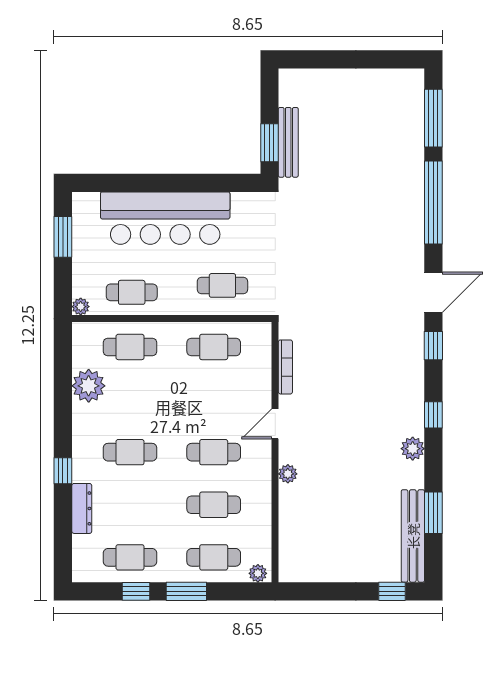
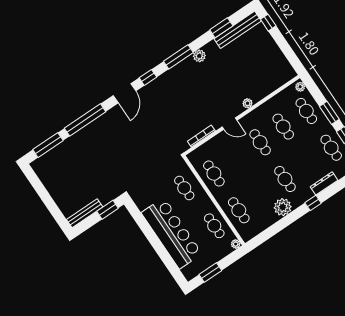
bench: (288, 142) -> (85, 213), moved
door: (433, 292) -> (125, 93), swing flipped
plant: (89, 386) -> (283, 207), moved
window: (433, 415) -> (178, 57), width x2.17

